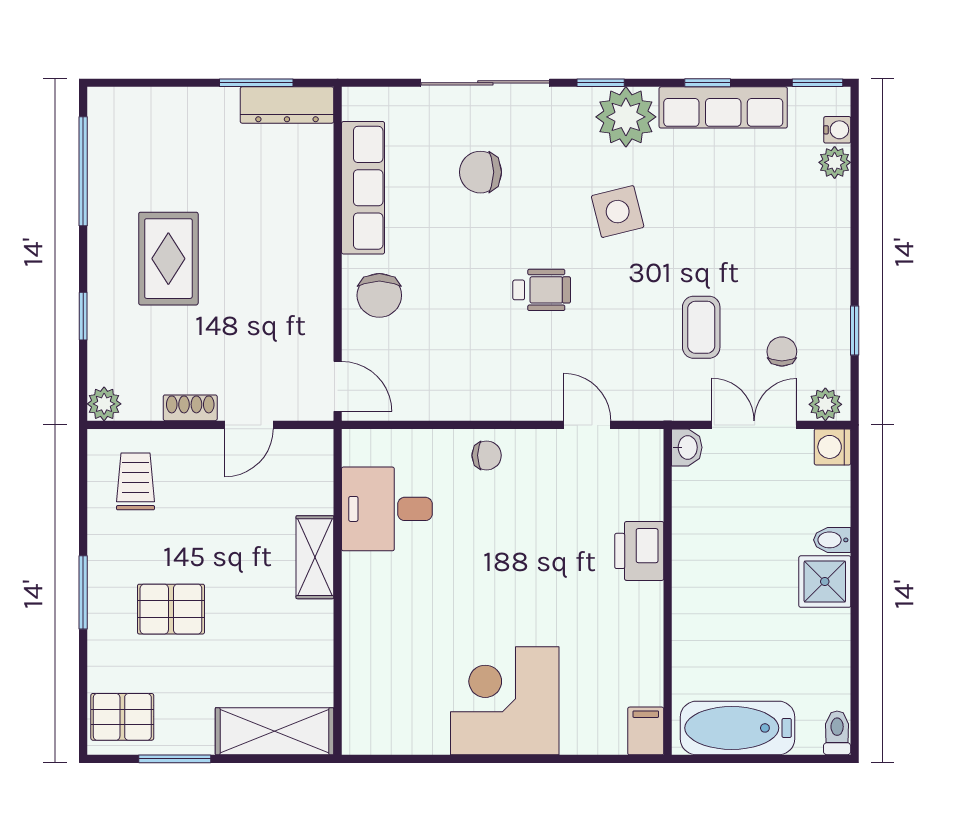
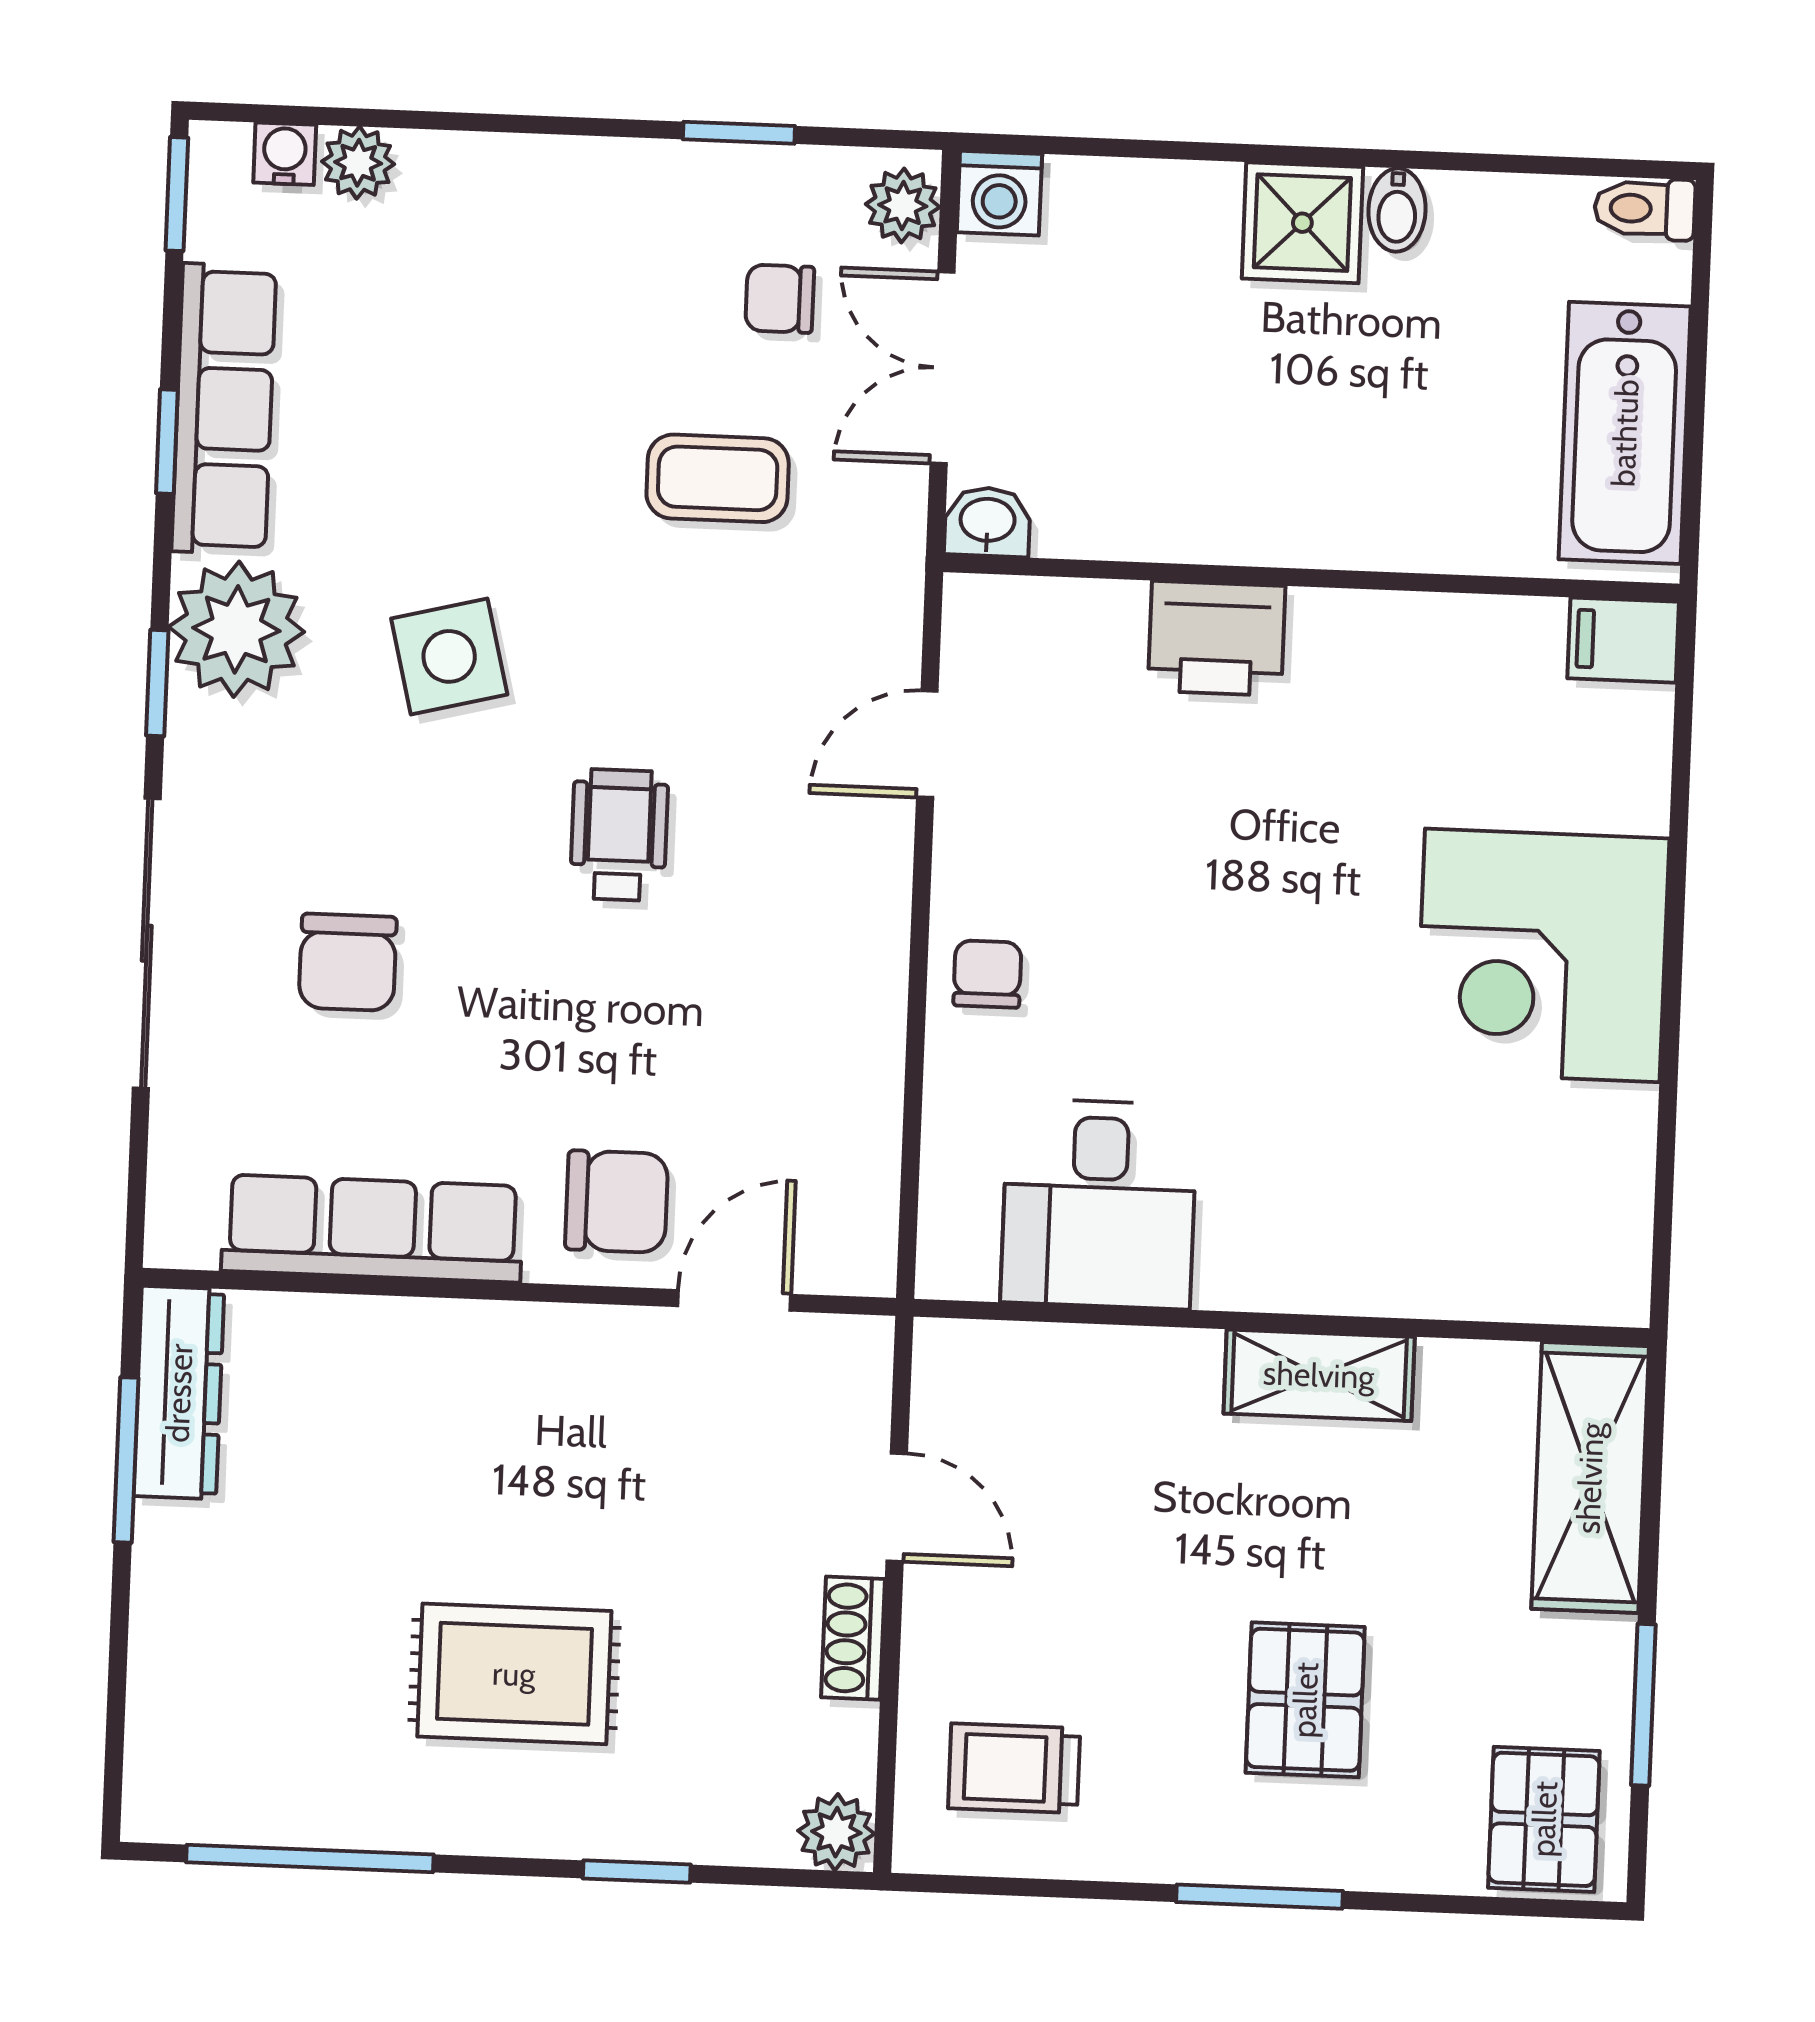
door: (338, 386) -> (734, 1300), moved
bidet: (832, 540) -> (1397, 210), moved
shelving: (315, 557) -> (1319, 1375), moved

